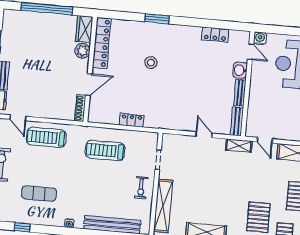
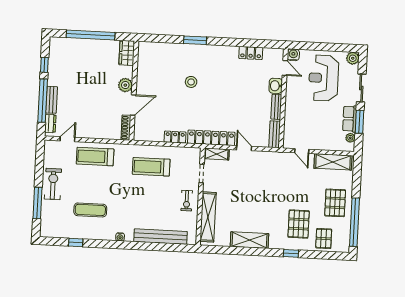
locker: (102, 43) -> (211, 138), moved, turned -90
plant: (82, 51) -> (125, 85), moved
door: (18, 118) -> (67, 139), swing flipped
shelving: (239, 146) -> (217, 154), moved

